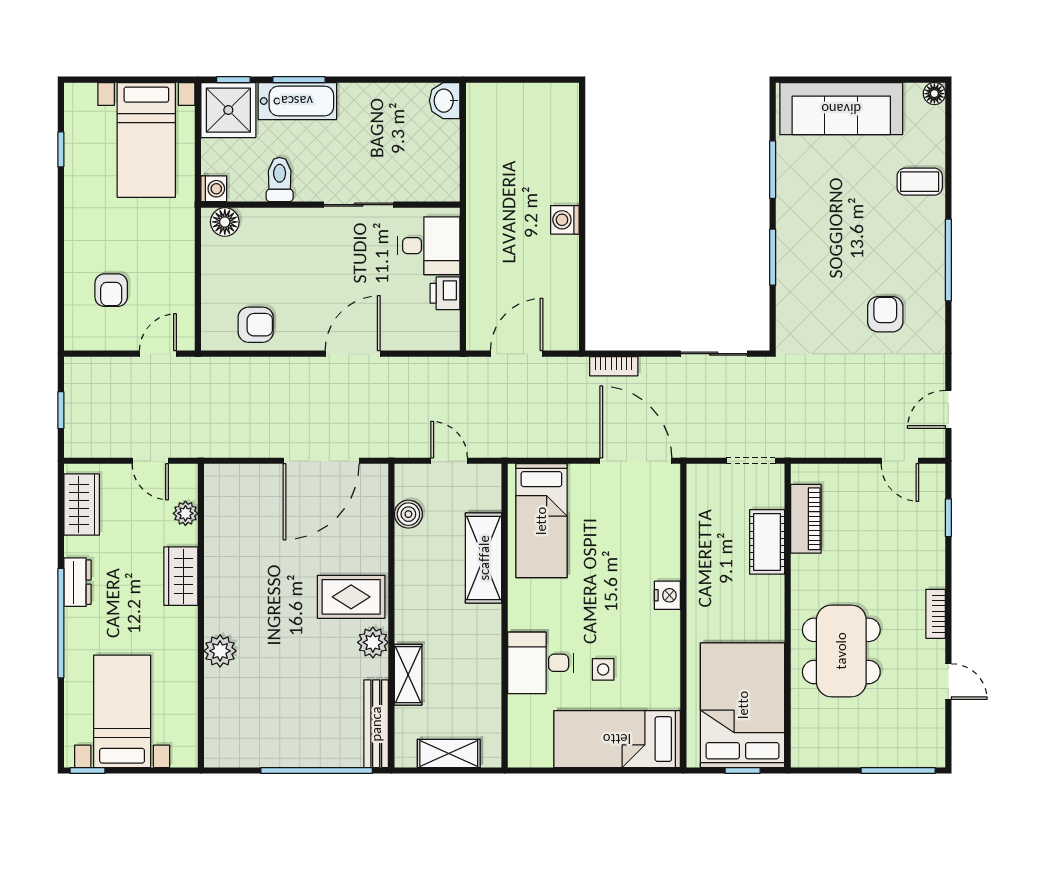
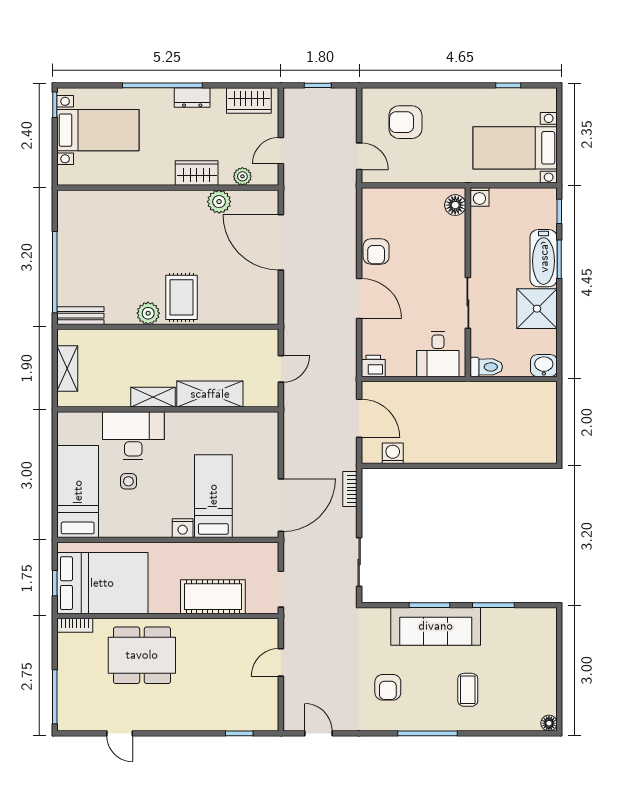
sofa: (841, 109) -> (436, 626), moved, turned -90
shower: (228, 110) -> (537, 309), moved
toilet: (280, 179) -> (486, 367), moved
coffee table: (920, 182) -> (468, 690), moved
washing machine: (565, 220) -> (393, 453), moved
armchair: (111, 290) -> (405, 122), width x1.38, depth x1.38
printer: (445, 293) -> (373, 366), moved
armchair: (885, 314) -> (388, 687), turned 90
armchair: (256, 325) -> (376, 251), moved
door: (321, 461) -> (281, 242), moved
door: (900, 461) -> (281, 662), moved
boiler: (408, 514) -> (242, 339), removed
piano: (806, 519) -> (238, 629), removed
bed: (541, 521) -> (213, 496), moved, turned 90
cot: (767, 542) -> (213, 597), width x1.37, depth x1.34
bookcase: (936, 614) -> (75, 625), moved, turned 180
plant: (220, 651) -> (219, 202), moved
desk: (541, 663) -> (133, 436), width x1.37
shelving: (408, 675) -> (153, 397), moved
door: (948, 682) -> (120, 733), hinge flipped
bench: (376, 724) -> (80, 316), width x0.73

